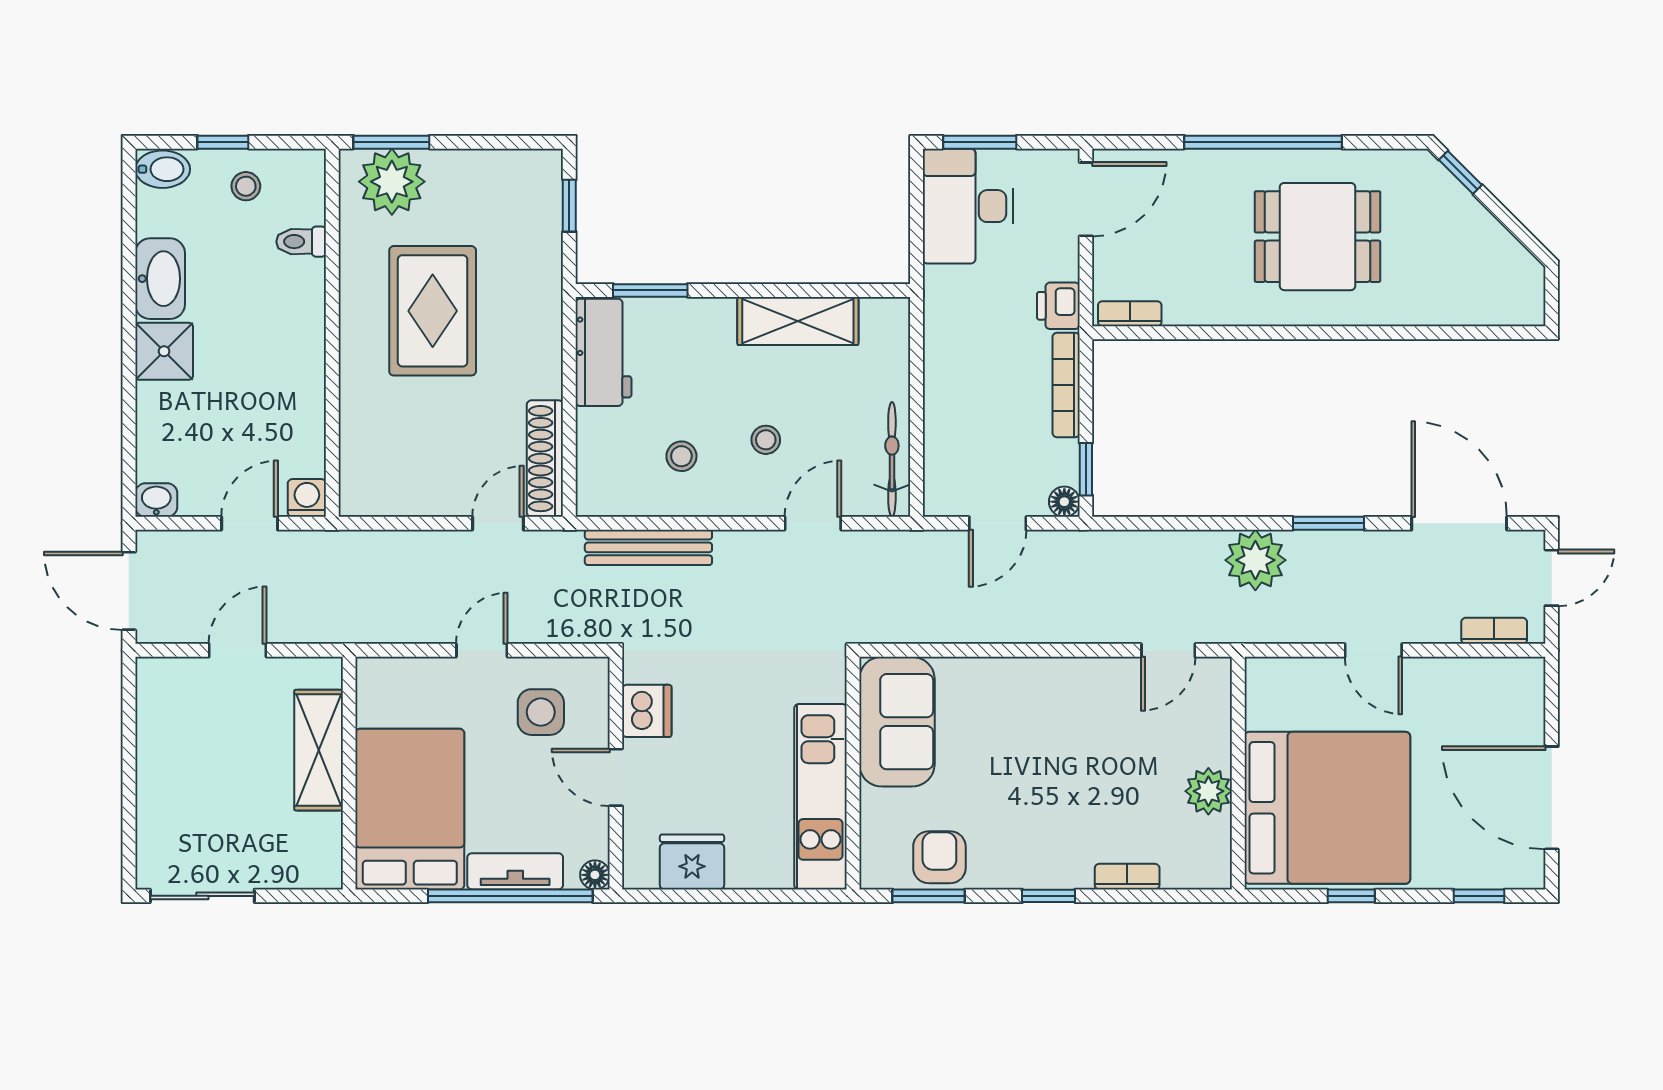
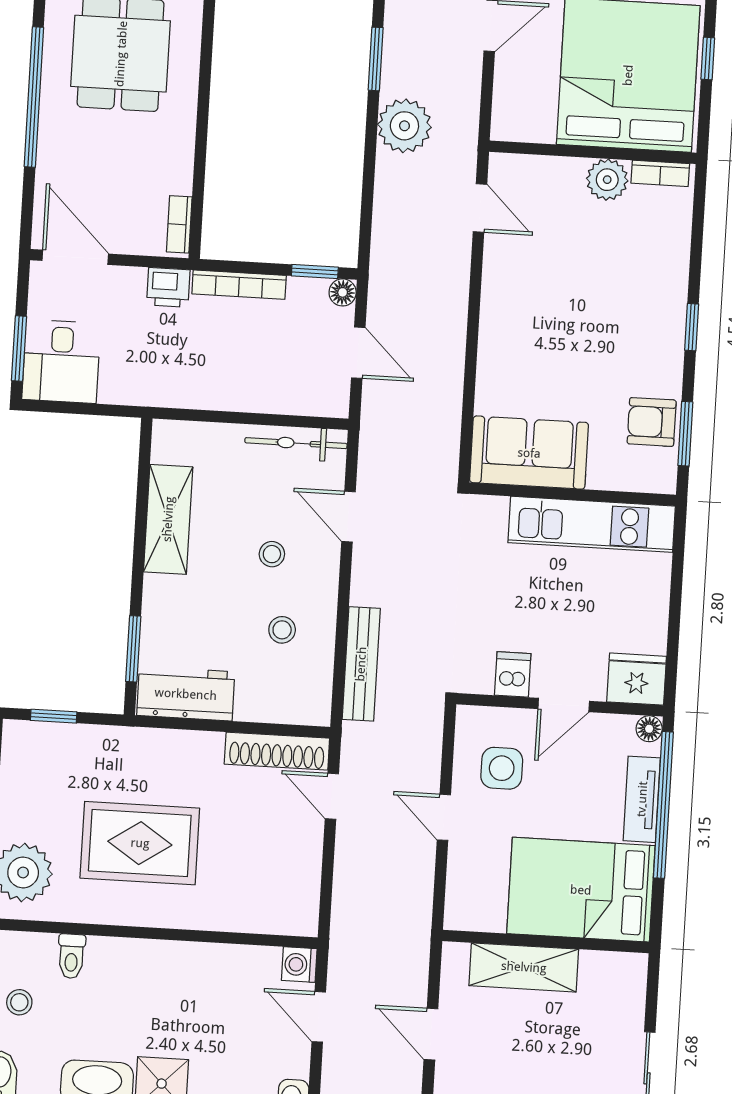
desk: (968, 206) -> (61, 361), width x0.73
dishwasher: (647, 711) -> (513, 674), width x0.73
fridge: (692, 862) -> (637, 679), moved, turned 90
bookcase: (1127, 877) -> (660, 173), moved, turned -90

